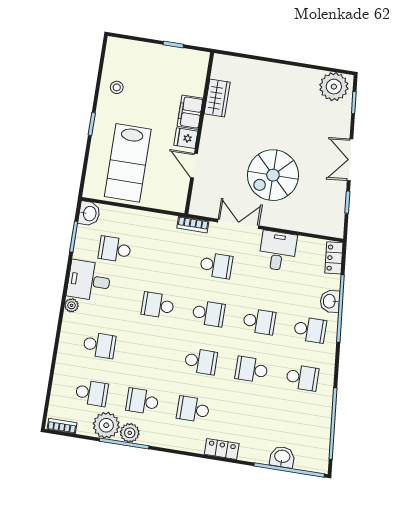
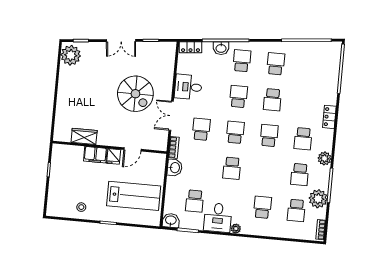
school desk: (92, 393) -> (296, 210), turned 180
plant: (130, 433) -> (325, 158), moved
washbasin: (282, 457) -> (175, 168), moved, turned 180

